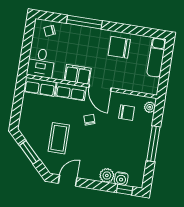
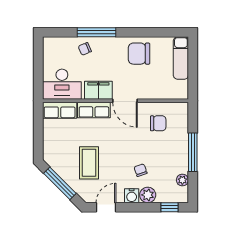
chair: (50, 31) -> (85, 49), moved
desk: (41, 63) -> (62, 84), width x1.37
plant: (150, 107) -> (182, 180), moved
chair: (89, 120) -> (141, 170), moved
window: (30, 152) -> (60, 183), width x1.44
water cooler: (121, 179) -> (132, 196), moved

